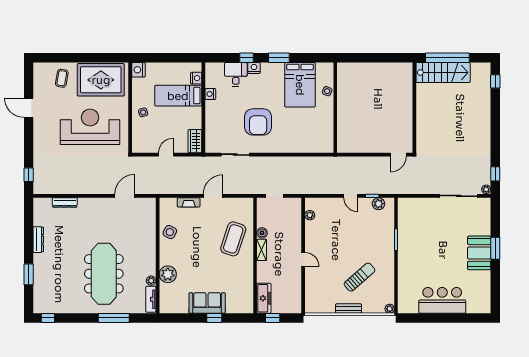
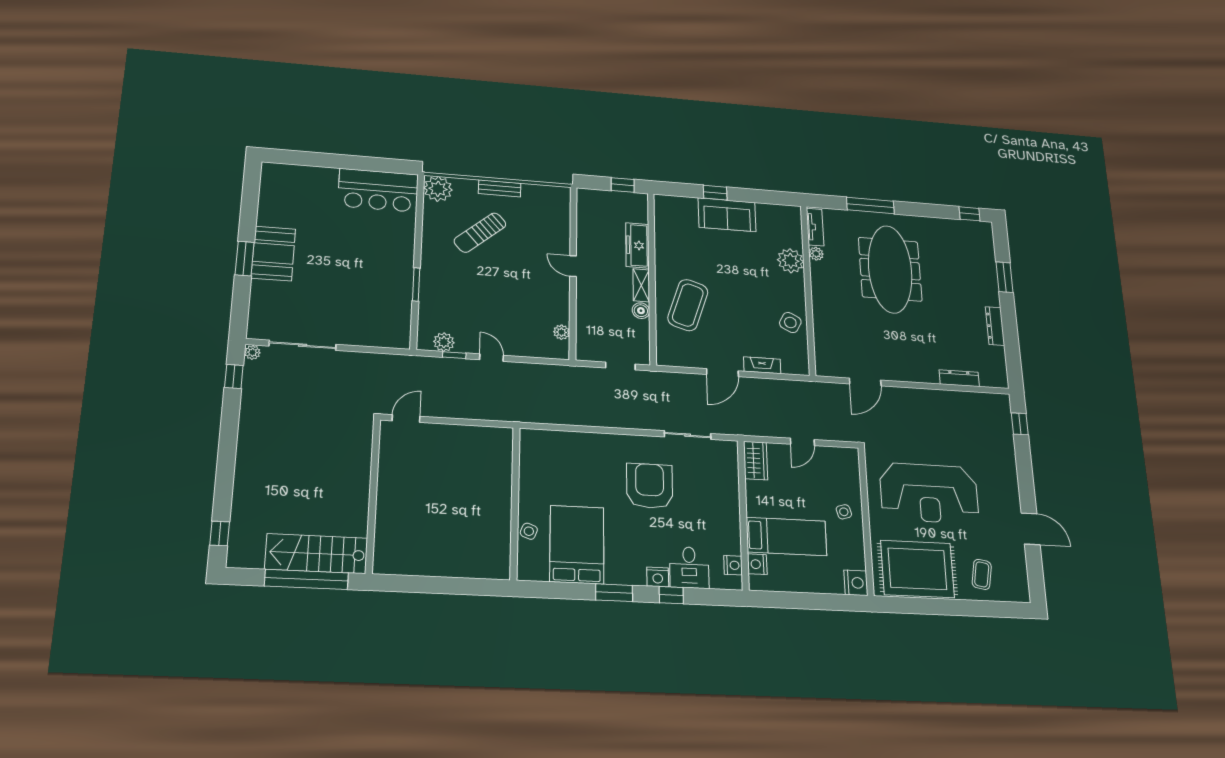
nightstand: (210, 94) -> (733, 565), moved
freezer: (264, 298) -> (637, 245), moved
bar counter: (442, 300) -> (378, 190), moved
plant: (390, 309) -> (438, 189), width x1.88, depth x1.88

